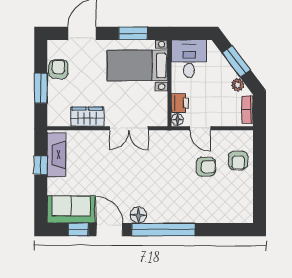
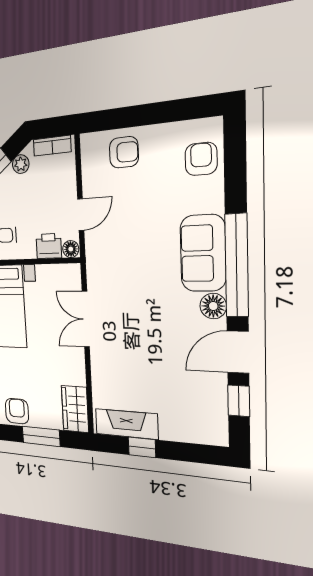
armchair: (59, 69) -> (17, 411), turned 90
wardrobe: (87, 117) -> (75, 409), moved
double door: (129, 128) -> (86, 319), swing flipped
armchair: (206, 167) -> (201, 159), moved
sofa: (71, 209) -> (203, 253), moved

